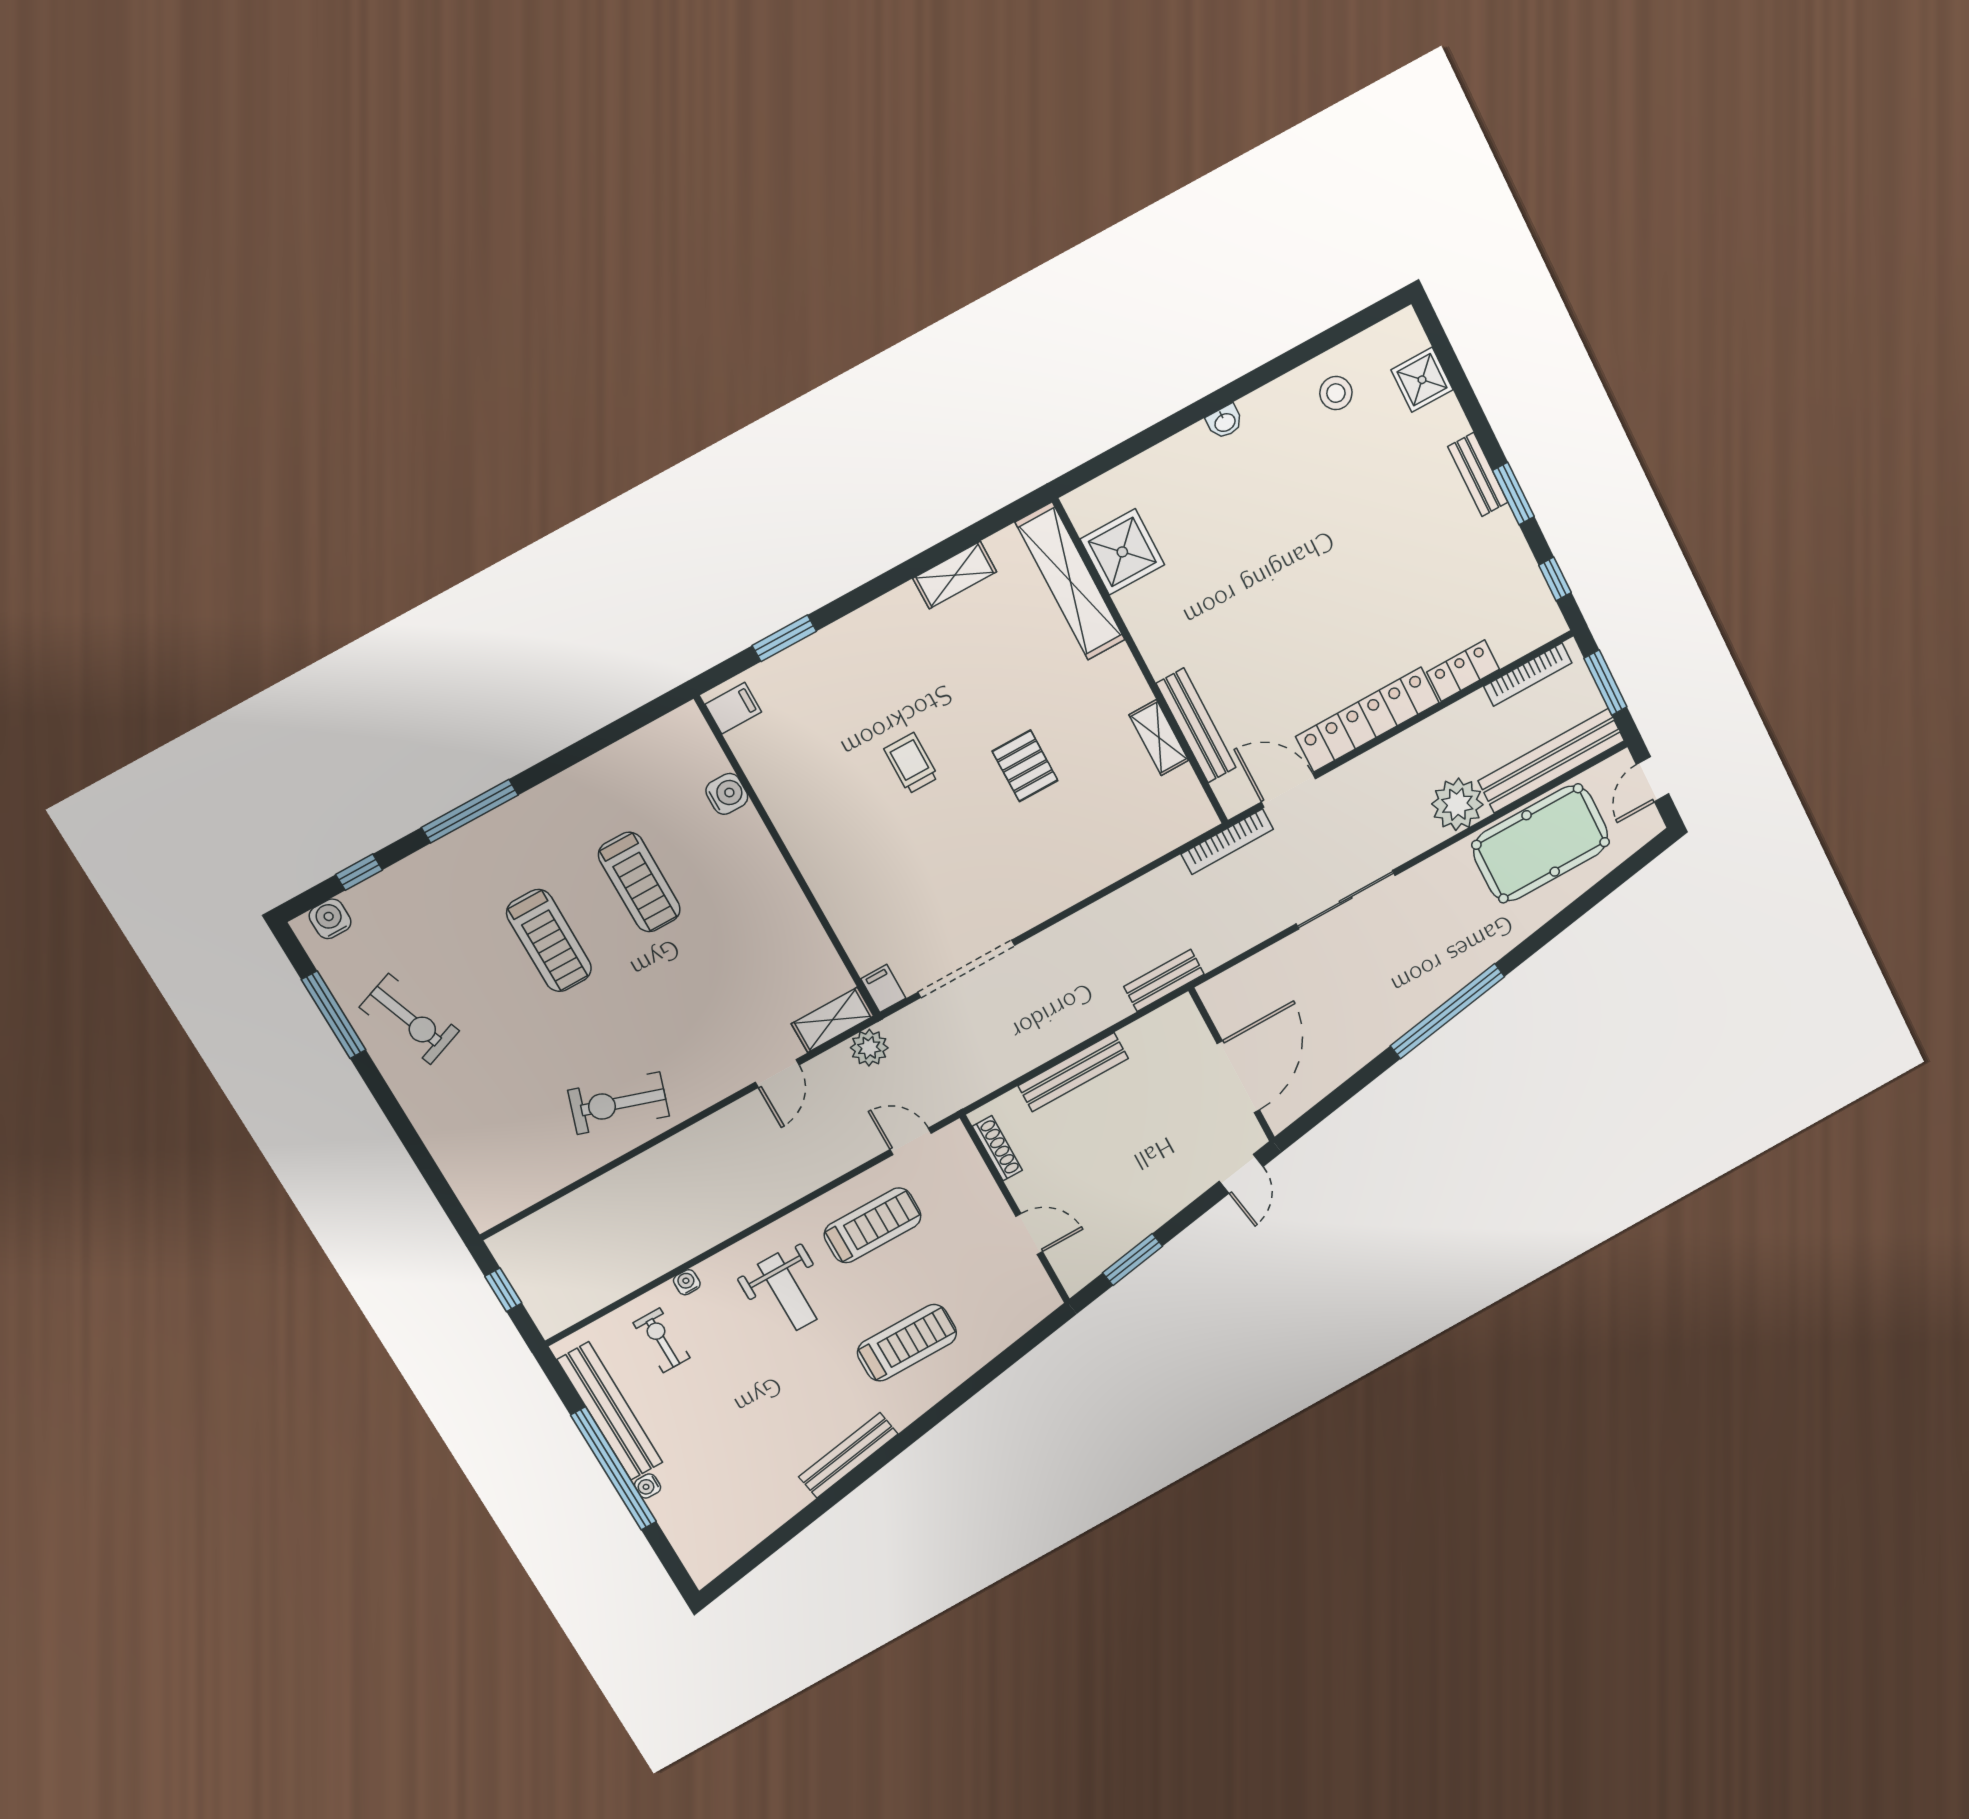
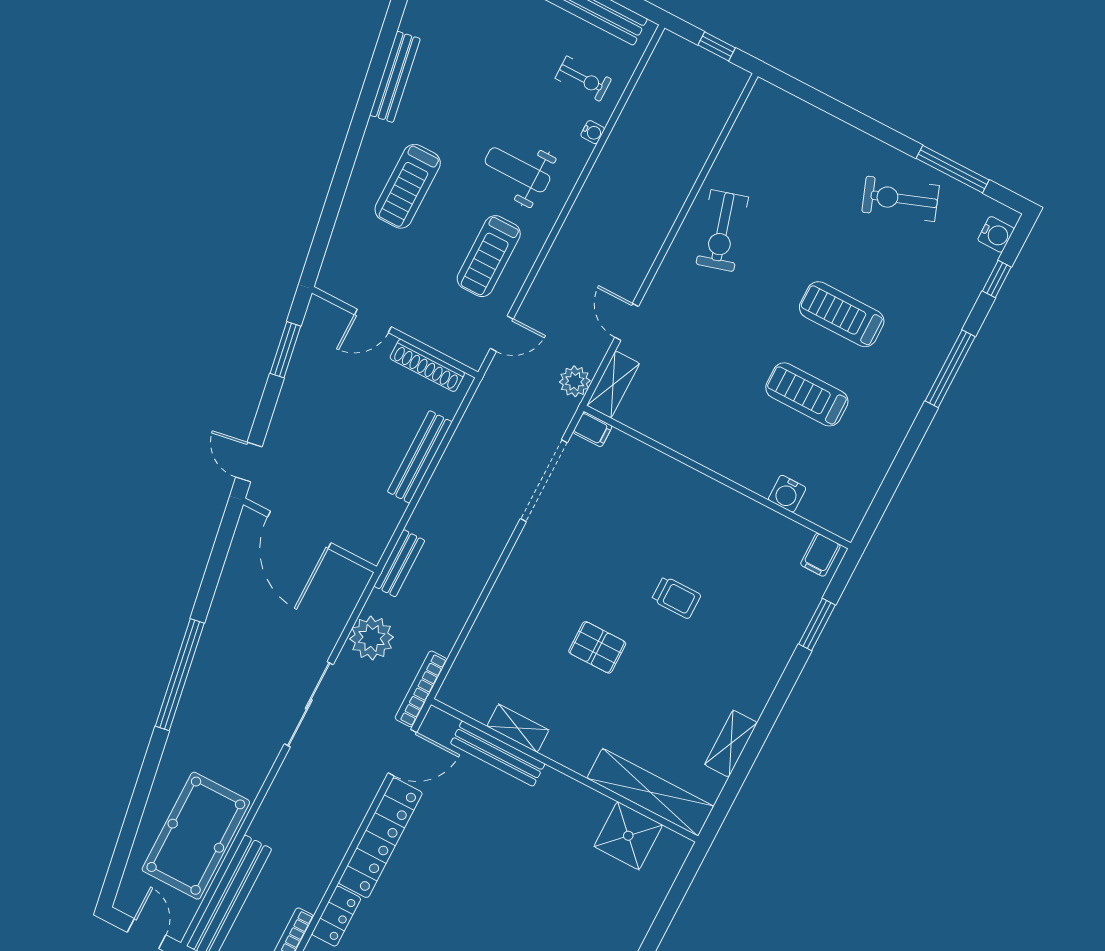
plant: (1457, 804) -> (372, 638), moved
exercise bike: (619, 1103) -> (722, 231), turned 146
shoe rack: (997, 1148) -> (427, 365), width x1.36, depth x1.24

